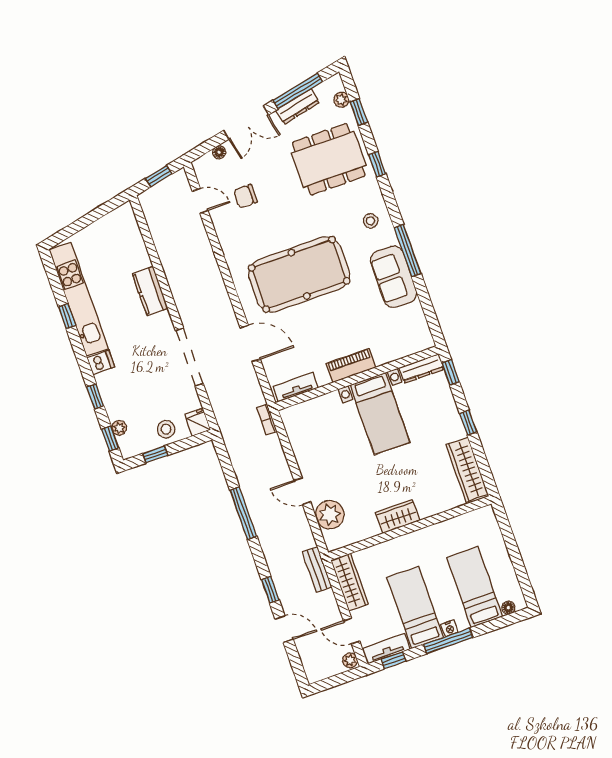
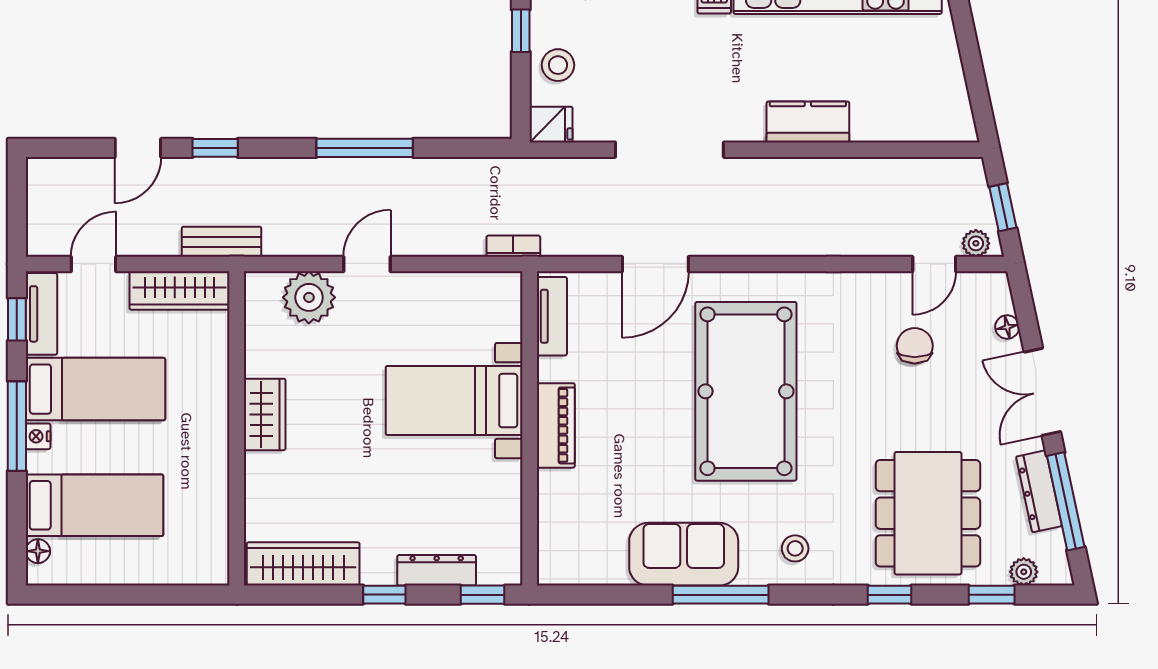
dresser: (421, 369) -> (437, 570), moved, turned 90
bed with nightstands: (380, 414) -> (454, 401), moved
plant: (350, 660) -> (976, 243), moved

